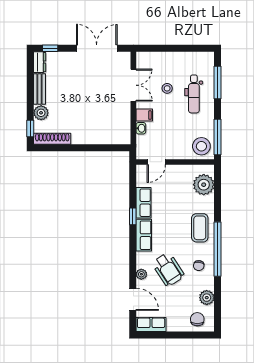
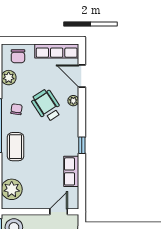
window: (133, 216) -> (82, 145), moved
row of seats: (144, 235) -> (71, 139), removed
row of seats: (151, 325) -> (57, 51), width x1.48

